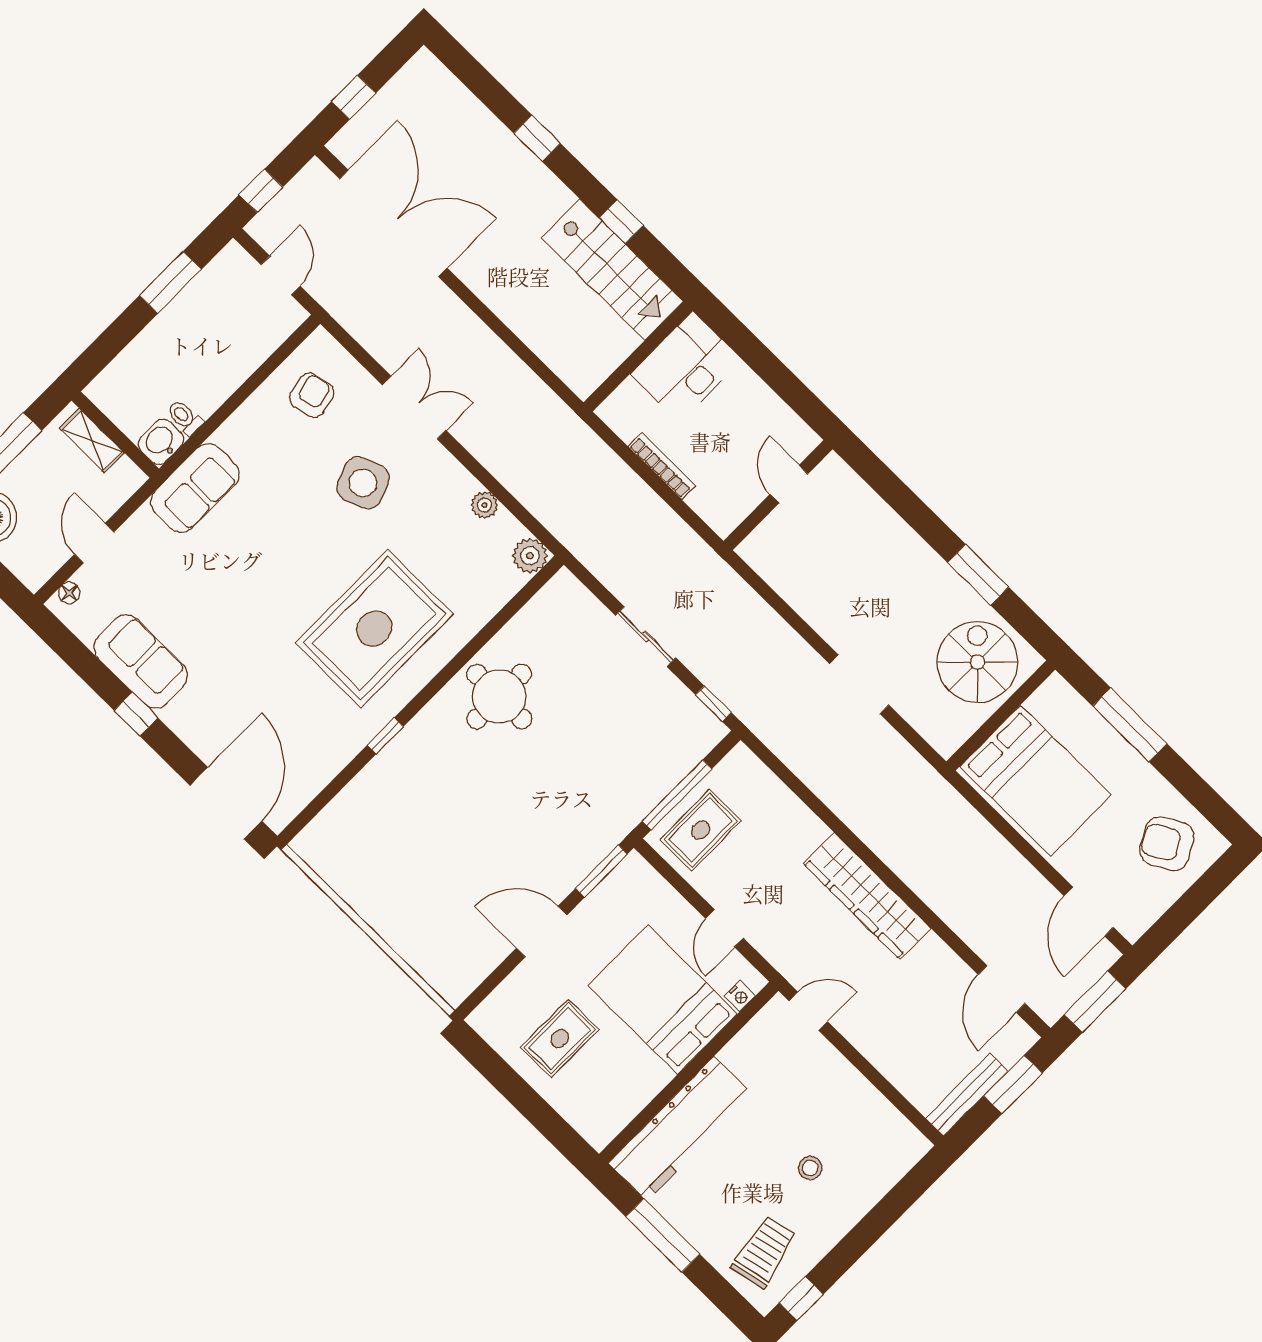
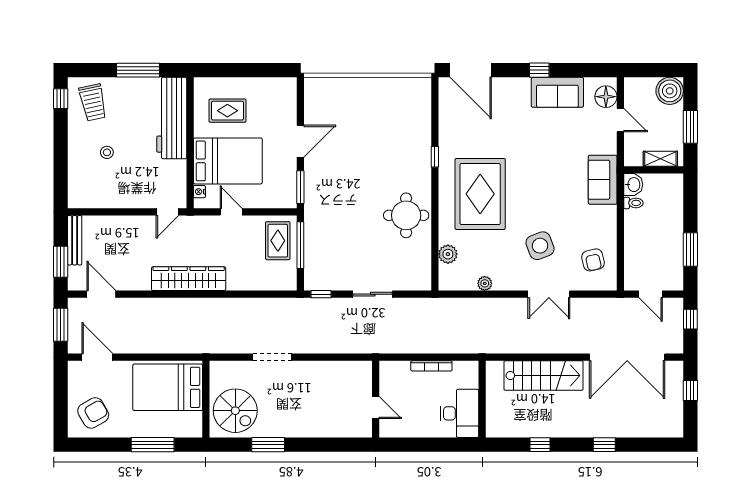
stairs: (612, 270) -> (544, 375), moved, turned 180
plant: (530, 556) -> (448, 254), moved
floor lamp: (69, 593) -> (606, 97), width x1.89, depth x1.89
rug: (560, 1039) -> (227, 111), moved, turned 90

